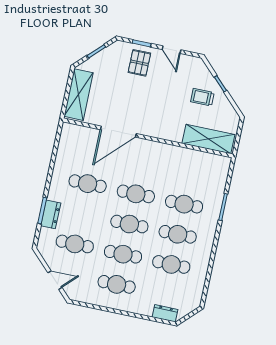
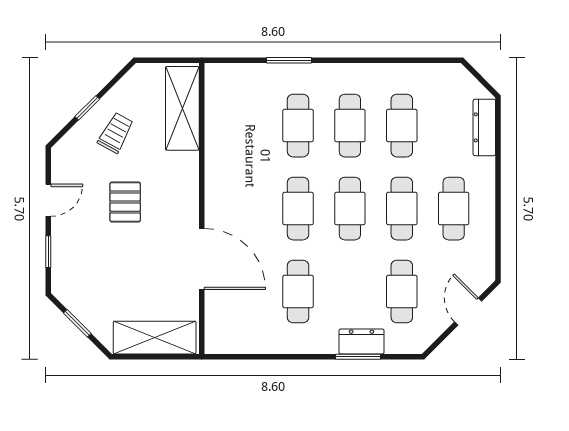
pallet: (139, 63) -> (125, 202), moved, turned 90
trolley: (202, 97) -> (116, 133), turned -151
dresser: (165, 313) -> (484, 127), width x1.44

